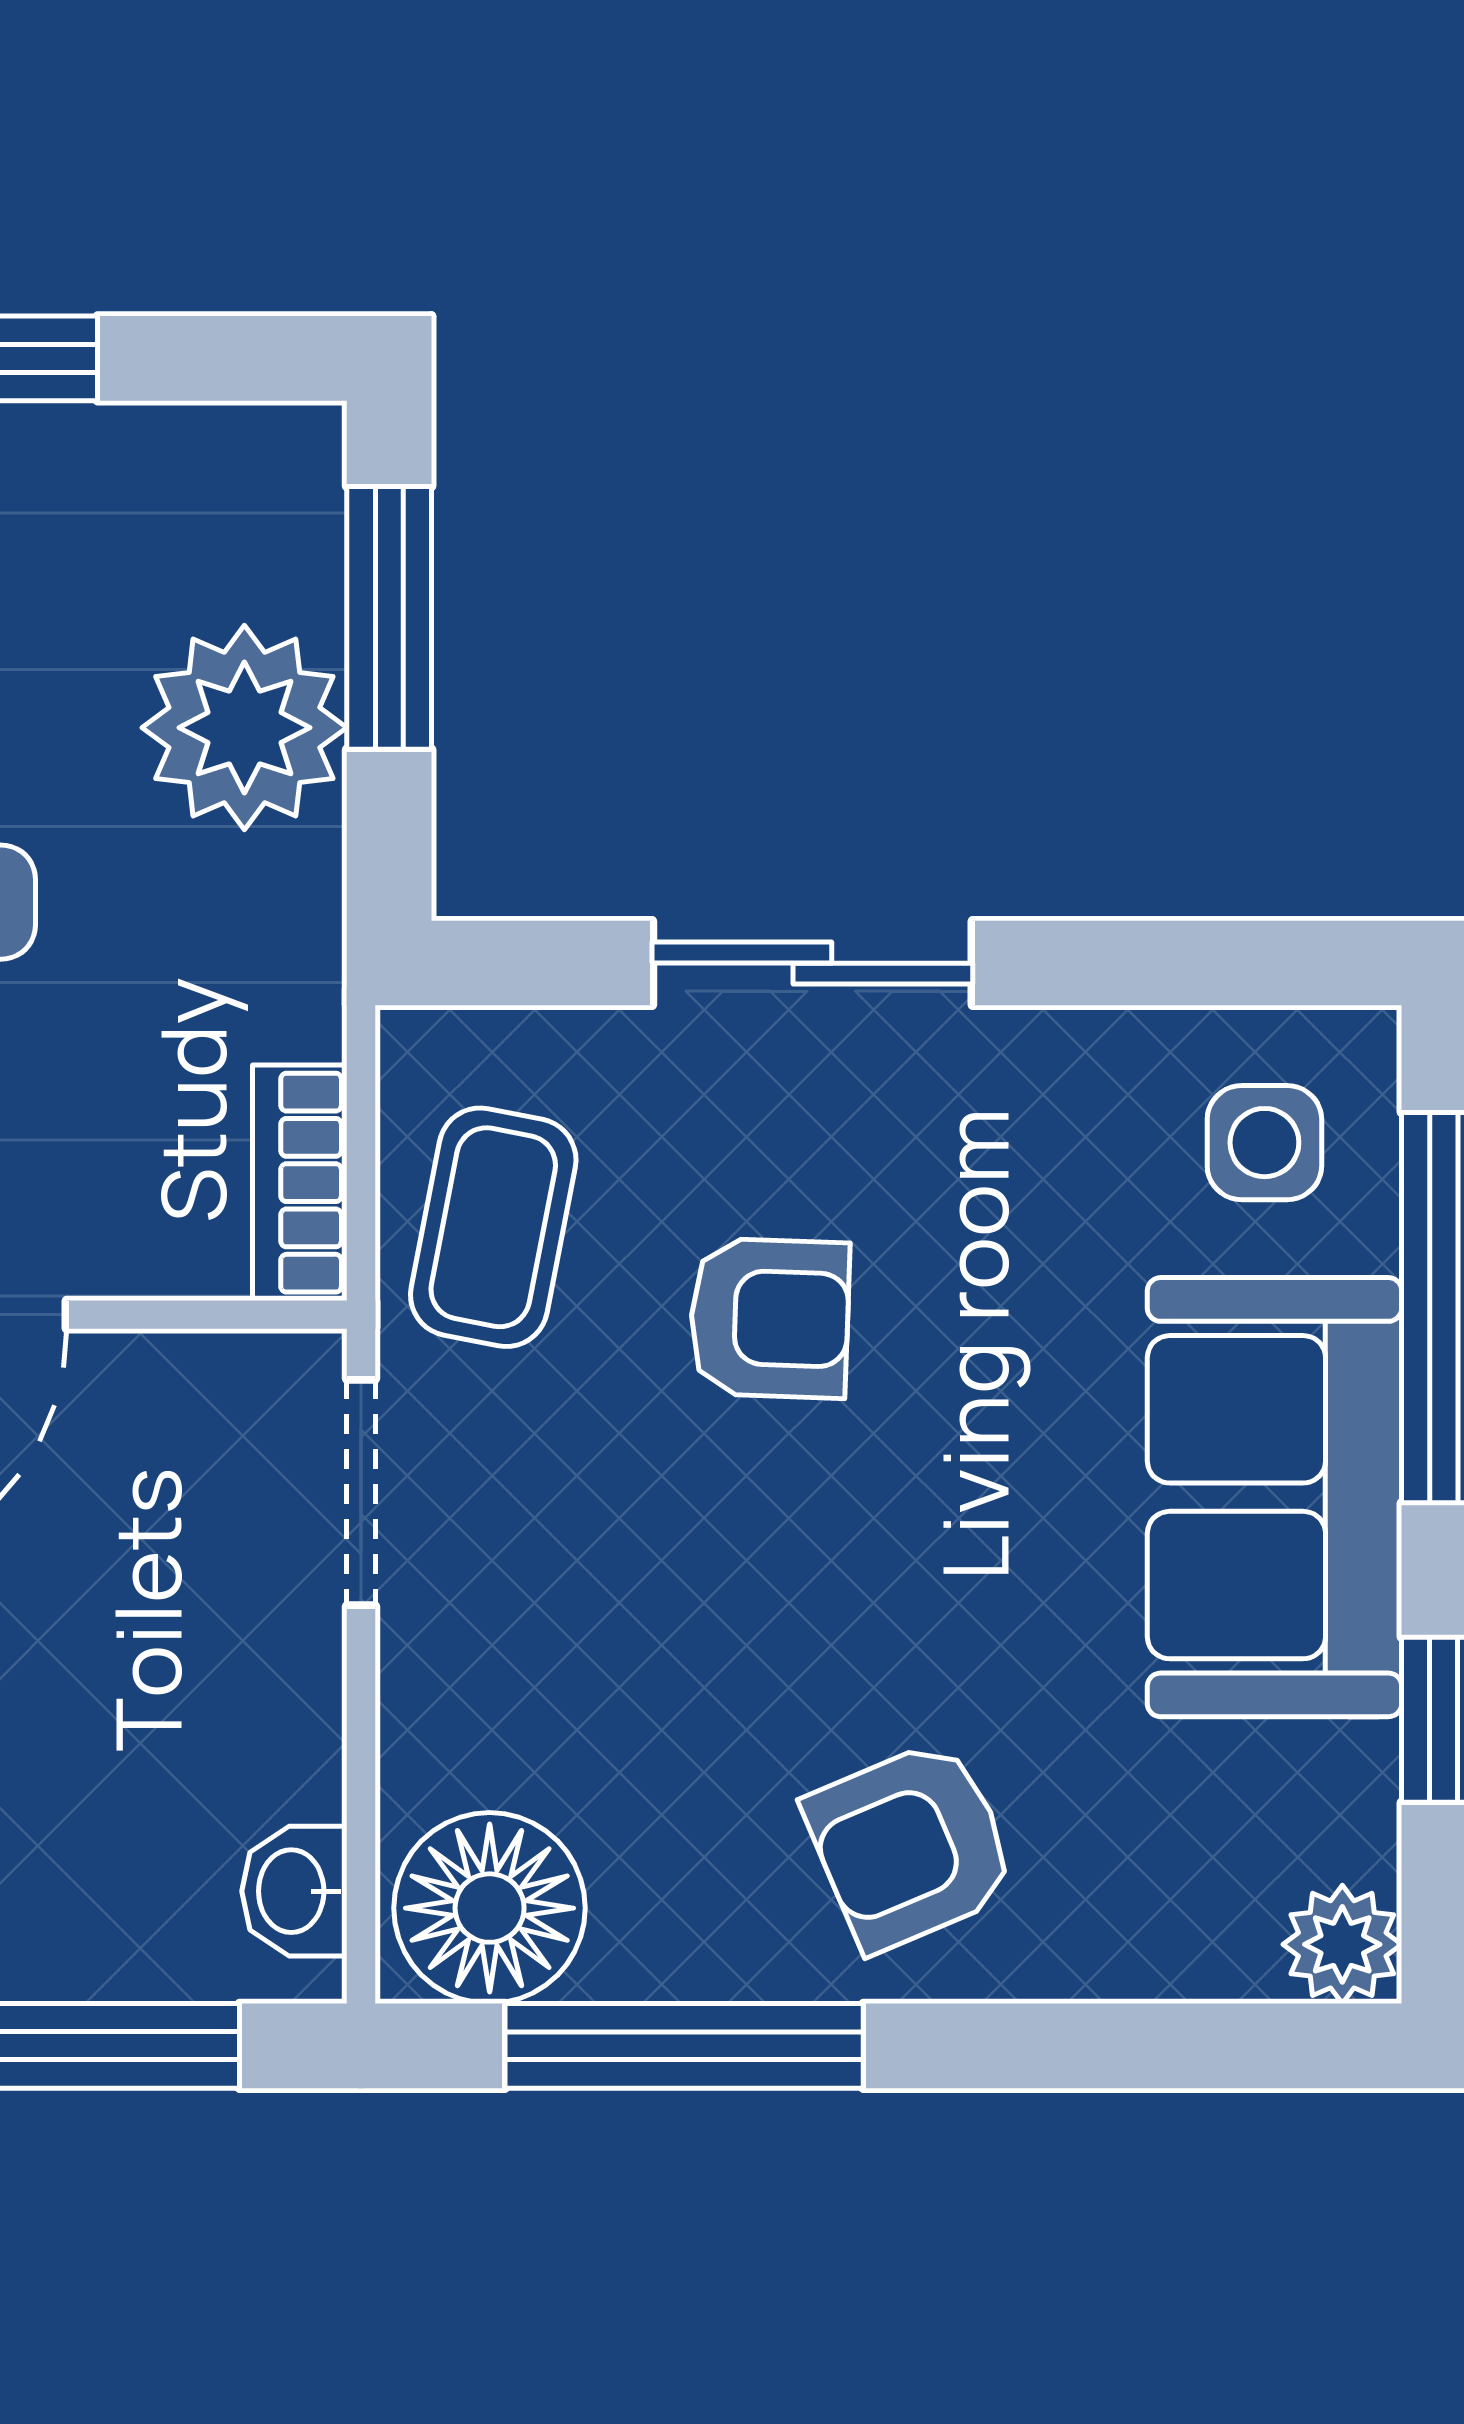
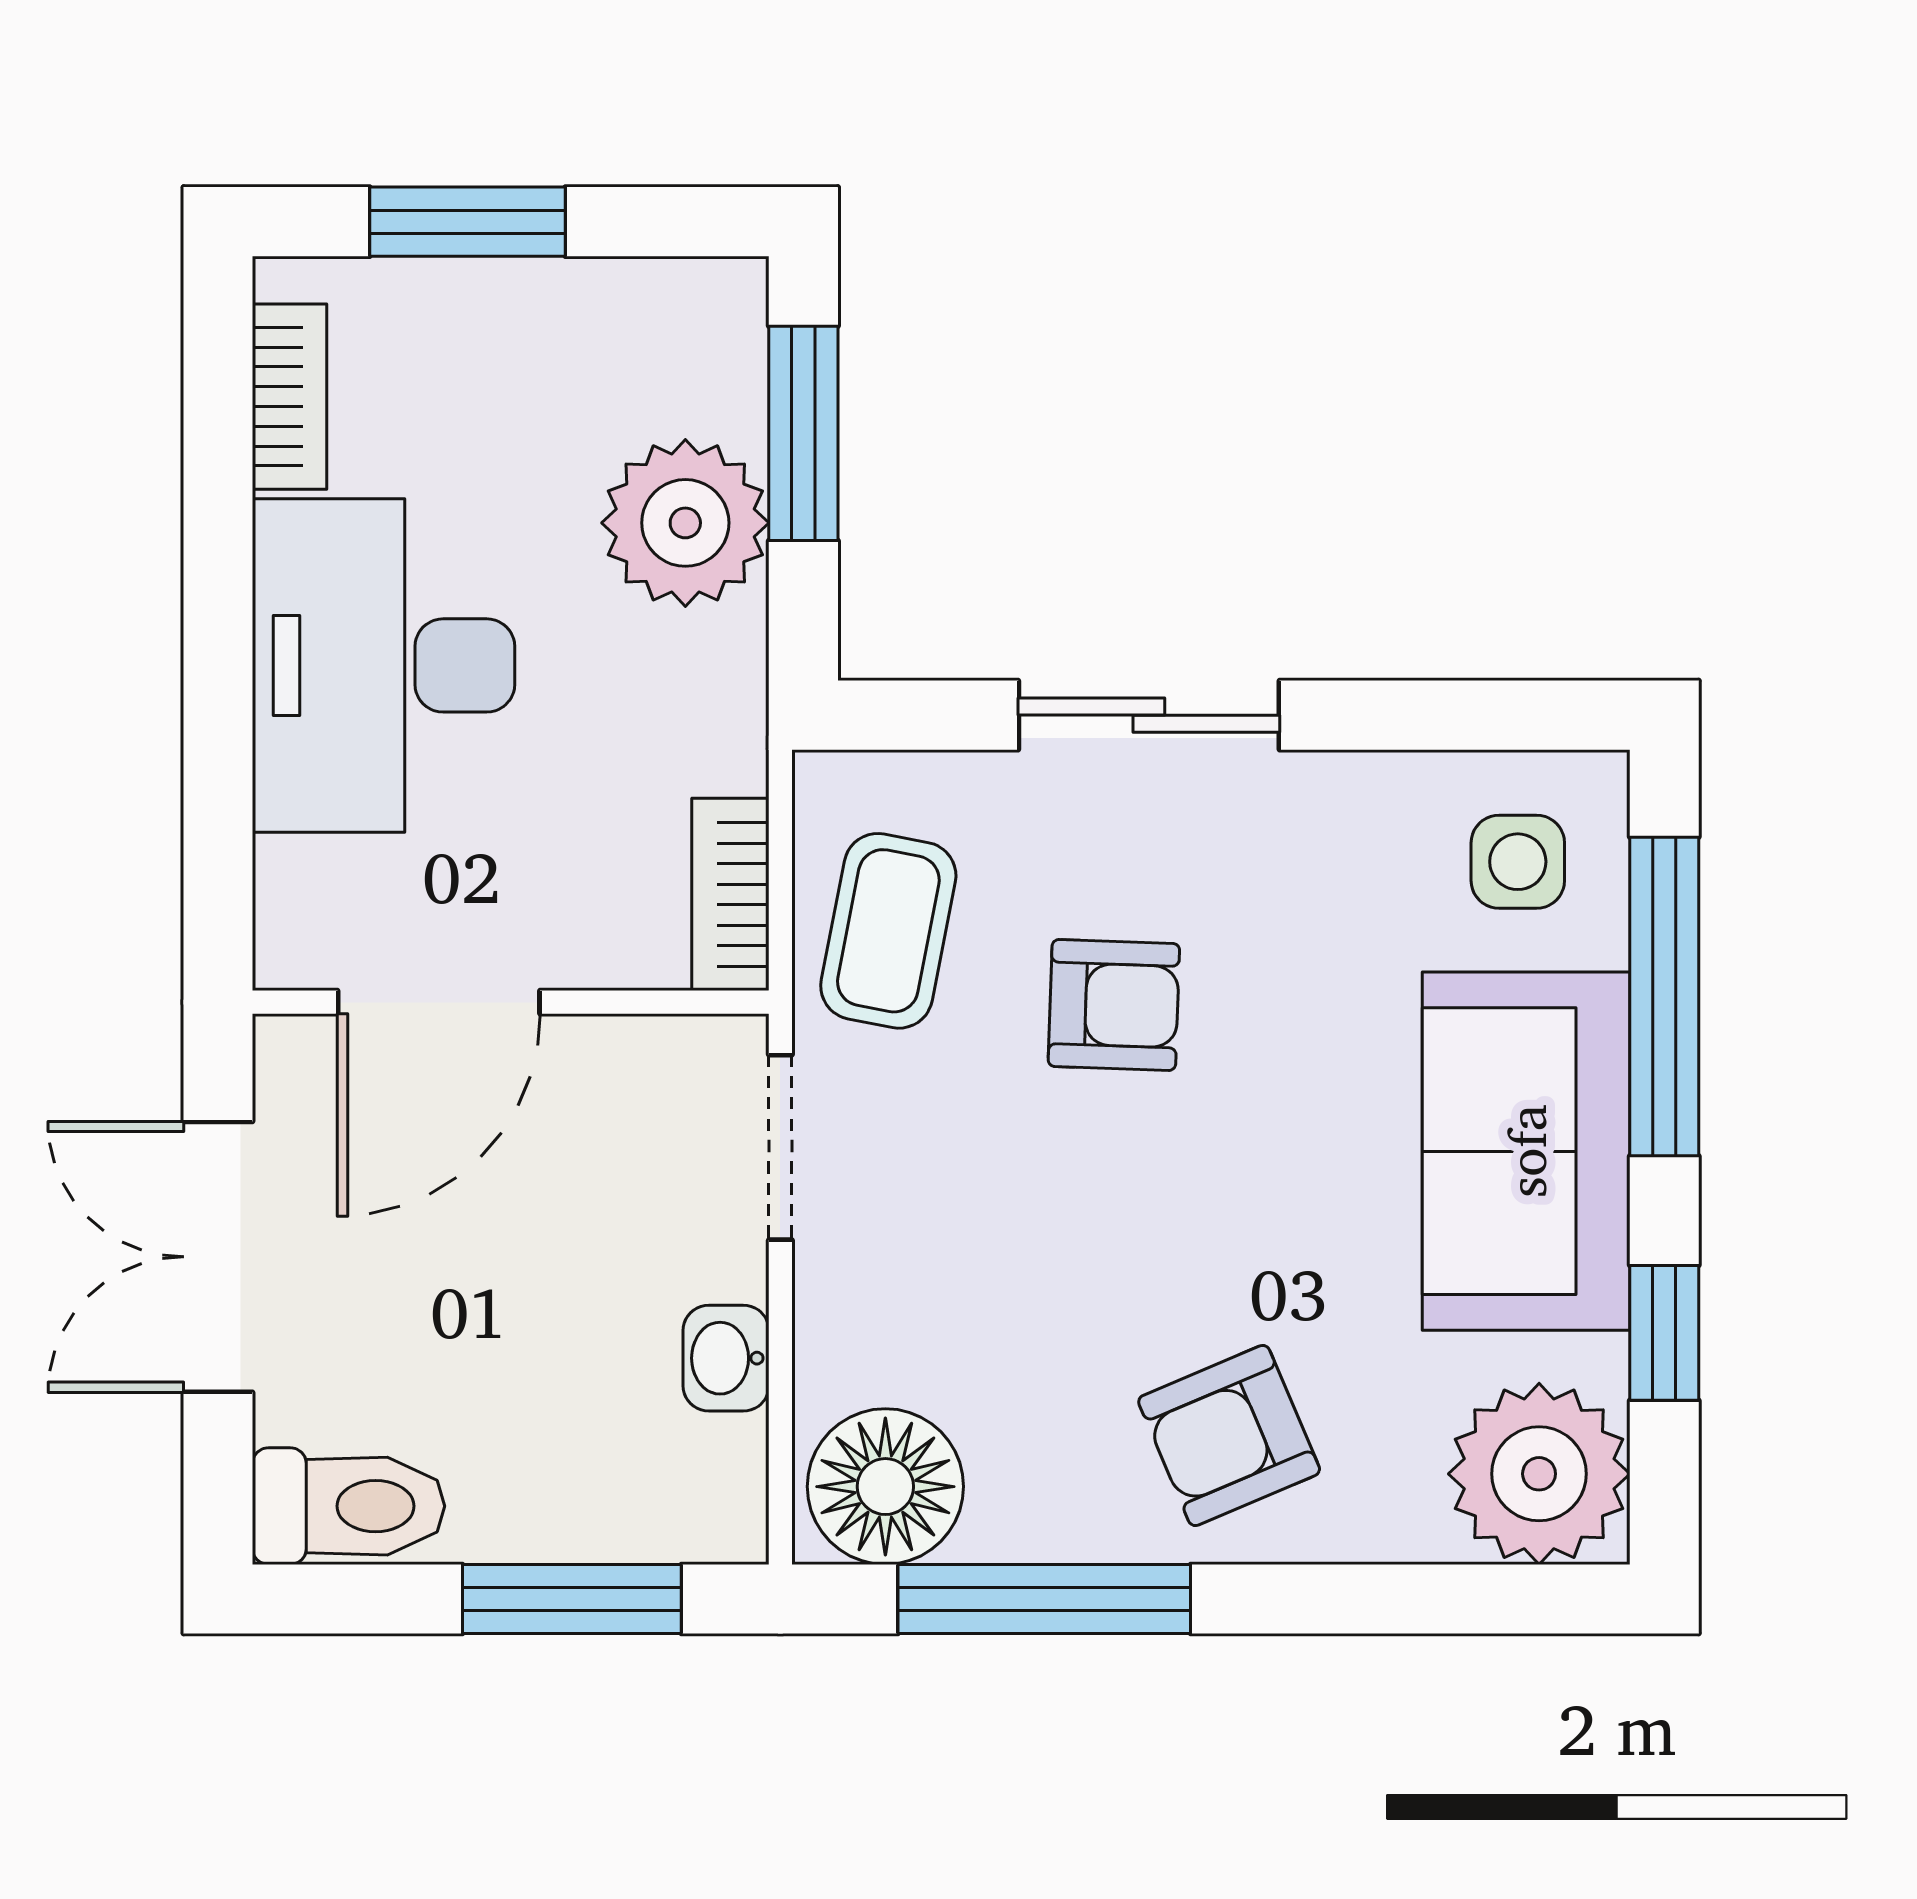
washbasin: (294, 1891) -> (726, 1358), moved
plant: (1342, 1944) -> (1539, 1474), width x1.88, depth x1.88

